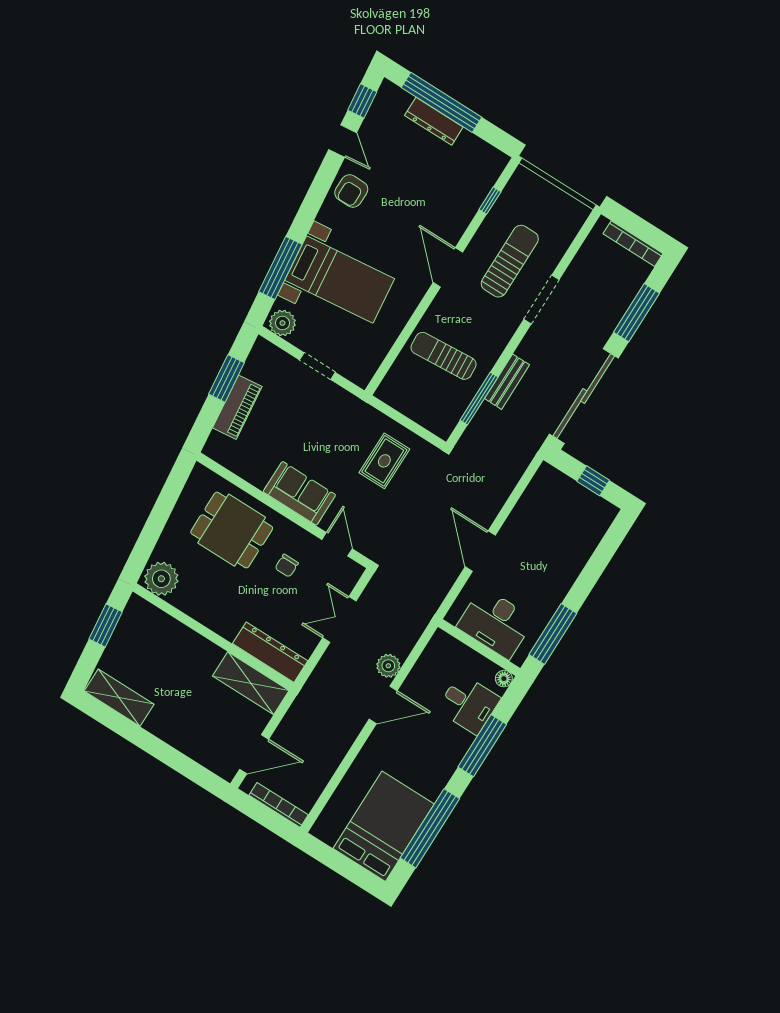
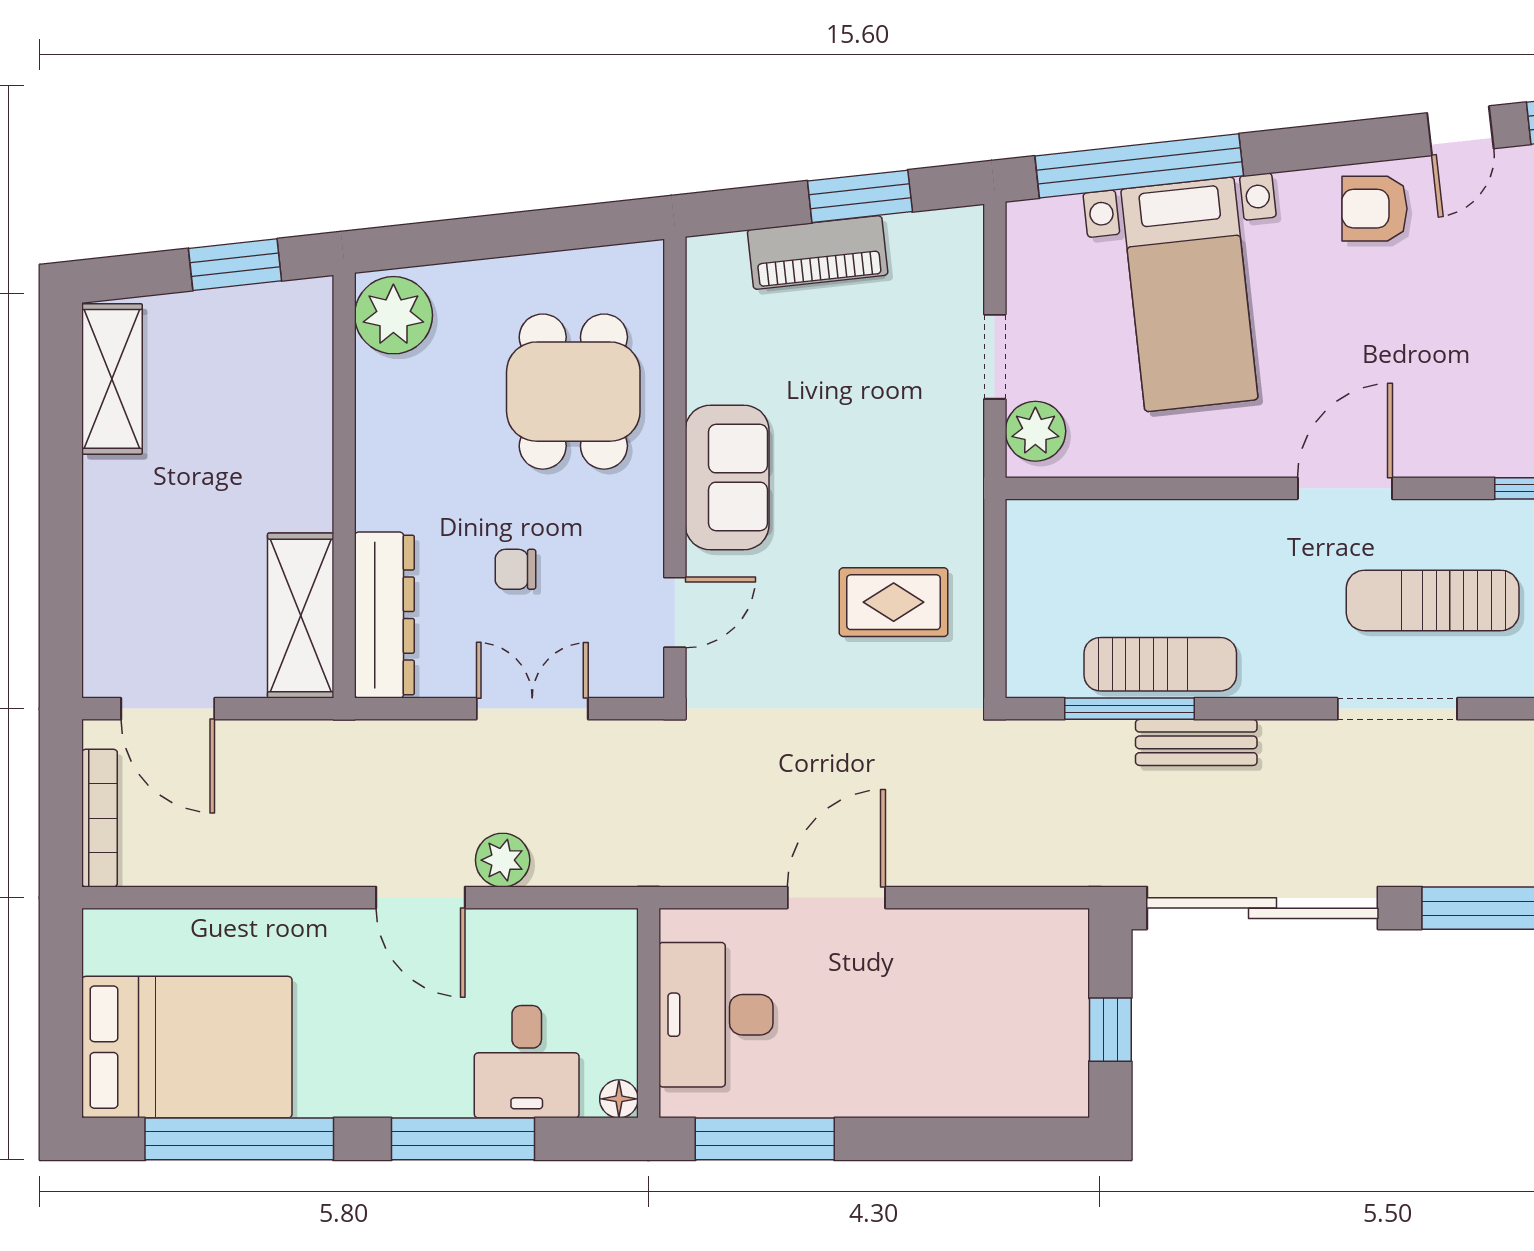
sun lounger: (510, 261) -> (1433, 600), turned 180
window: (280, 268) -> (1139, 166), width x1.46
plant: (282, 323) -> (1035, 431), moved
sun lounger: (444, 356) -> (1160, 664), moved, turned 94
chair: (287, 566) -> (515, 569), moved

